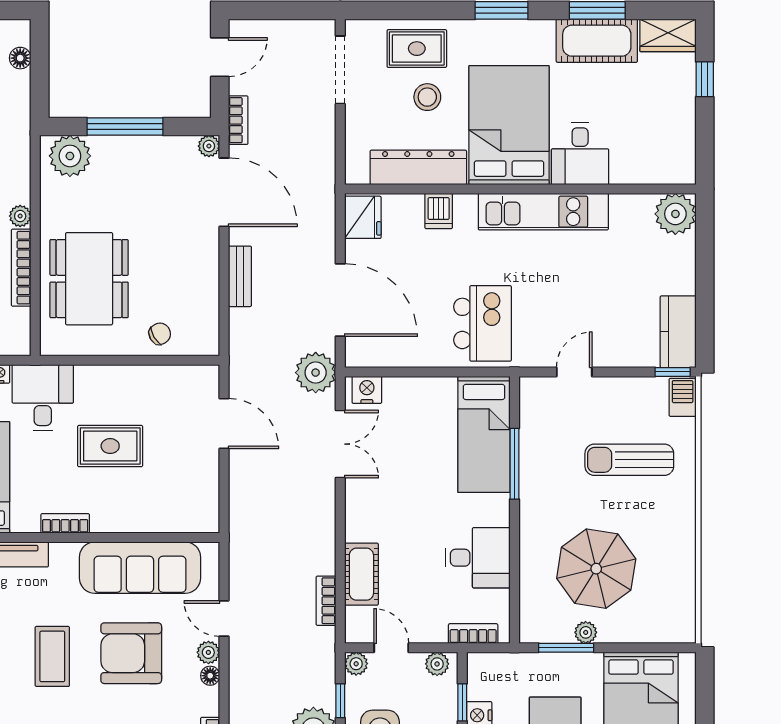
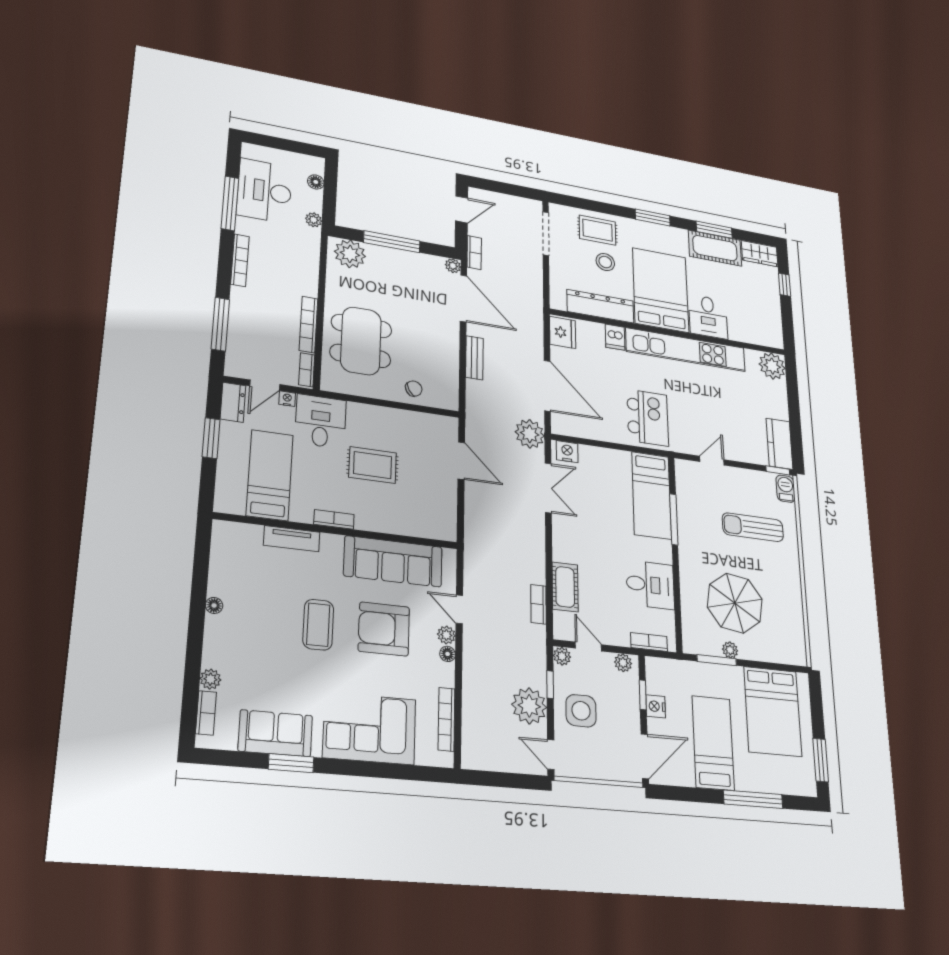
kitchen unit: (543, 212) -> (686, 350), width x1.36
plant: (20, 216) -> (314, 220), moved
bookcase: (22, 331) -> (307, 370), added

